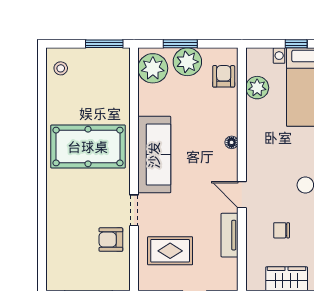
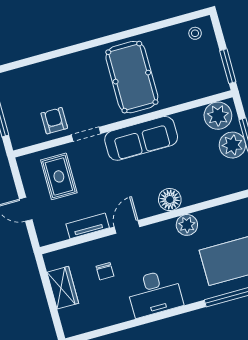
armchair: (224, 76) -> (228, 181), removed
plant: (257, 88) -> (187, 225), moved
floor lamp: (232, 142) -> (170, 200), width x1.89, depth x1.89
chair: (282, 230) -> (105, 271), turned 180

